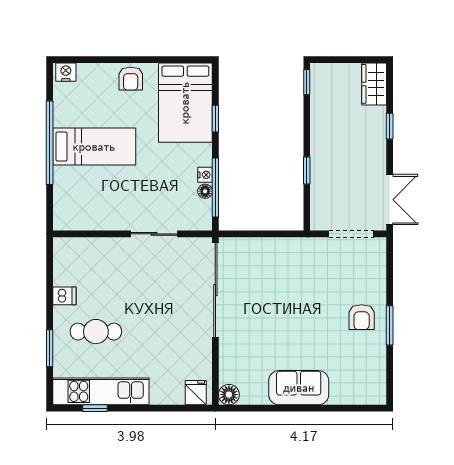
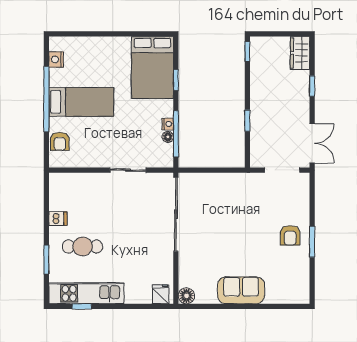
nightstand: (66, 72) -> (56, 59), moved, turned -90
armchair: (131, 79) -> (60, 141), moved

